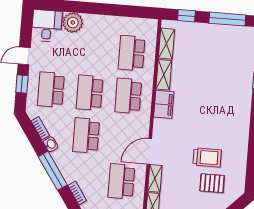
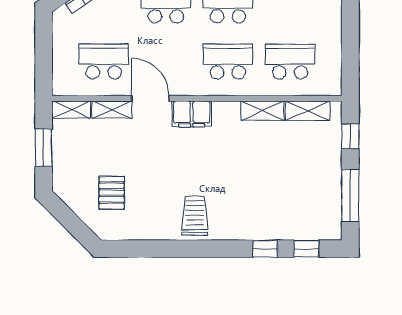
filing cabinet: (164, 104) -> (192, 114), moved
trolley: (207, 157) -> (195, 216), moved, turned 180

